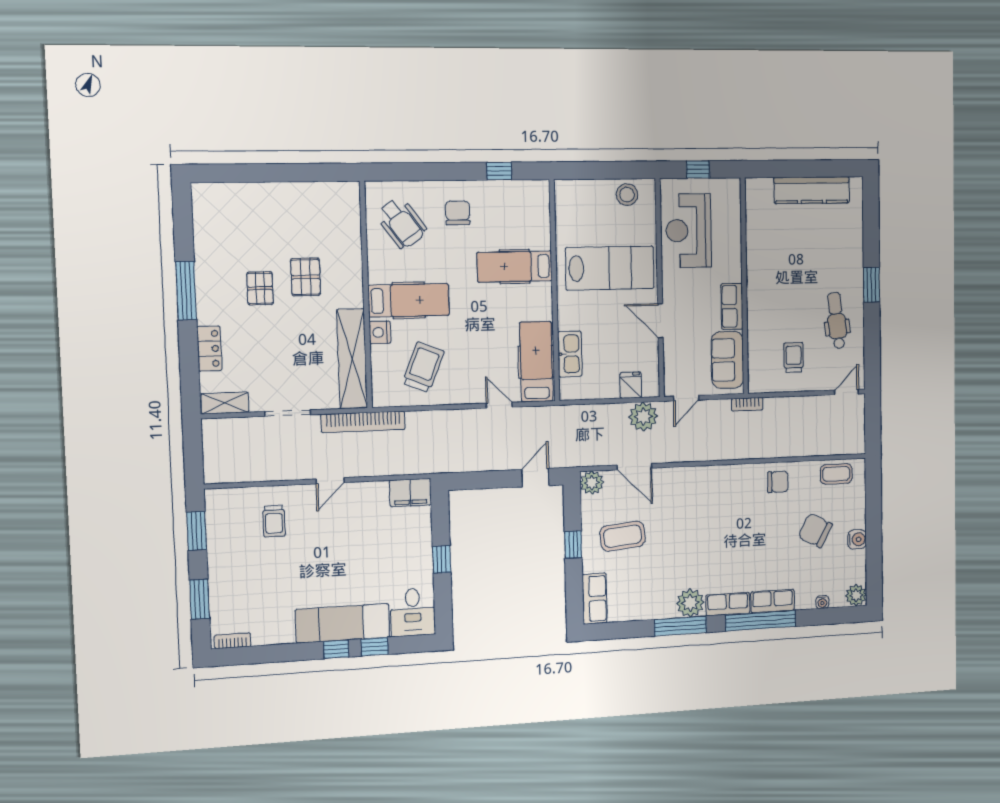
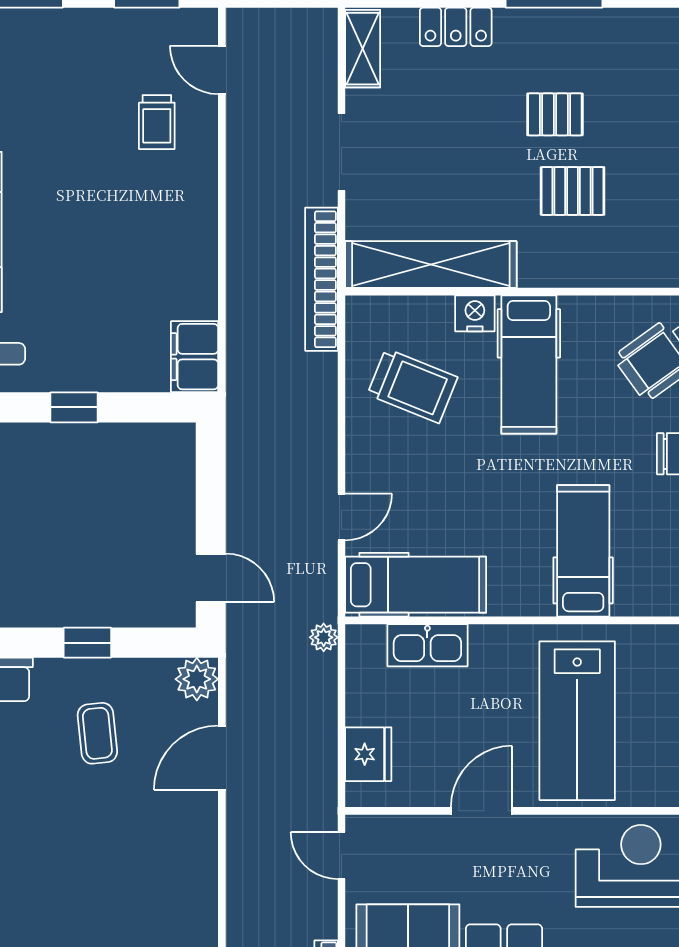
fridge: (631, 385) -> (368, 754), width x1.38
plant: (643, 417) -> (324, 637), moved, width x0.53, depth x0.53
door: (330, 481) -> (222, 70), moved
trolley: (274, 521) -> (157, 122), turned -90
coffee table: (623, 536) -> (97, 733), width x0.73, depth x0.77

